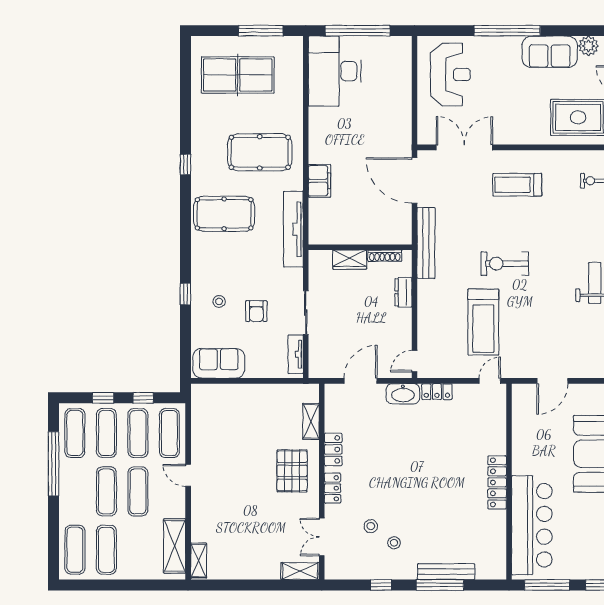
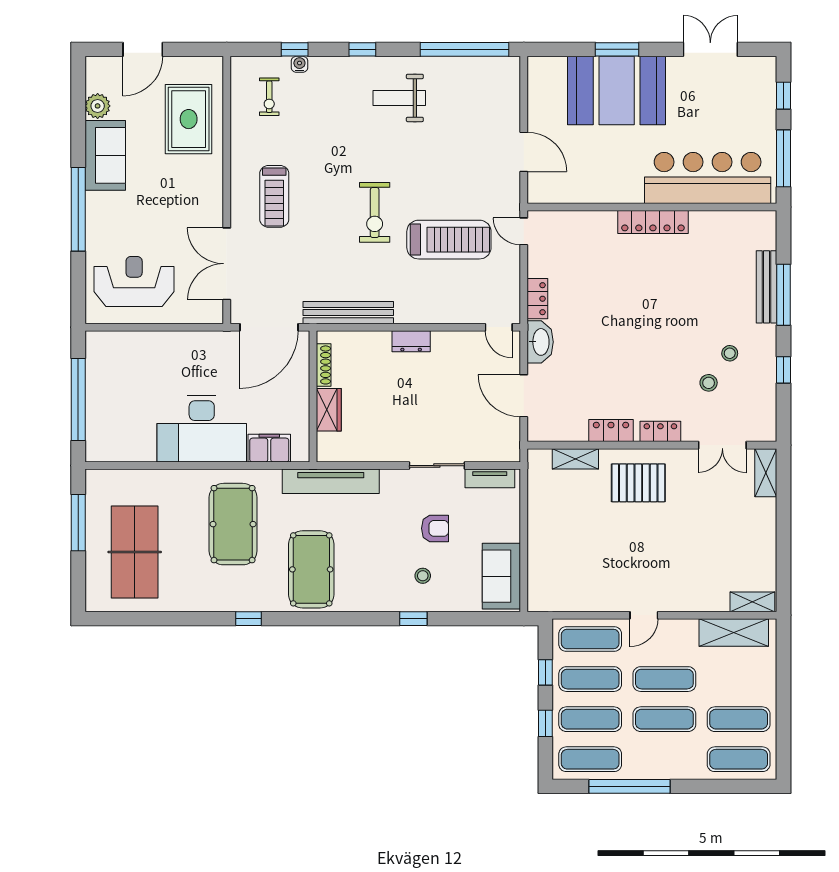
desk: (335, 71) -> (202, 429), moved
wall: (360, 247) -> (313, 396), moved
shoe rack: (385, 256) -> (324, 365), moved
wardrobe: (350, 260) -> (329, 410), moved

